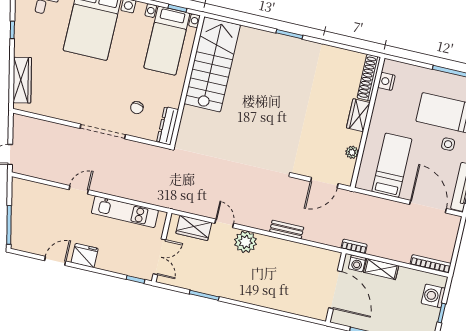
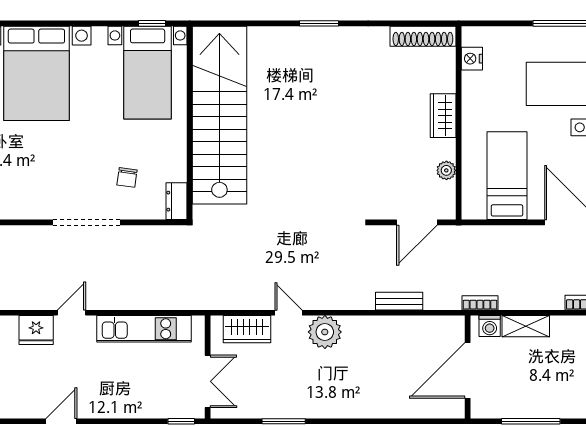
stairs: (212, 64) -> (219, 115), width x1.36
shoe rack: (369, 78) -> (423, 36), moved, turned -90
dresser: (168, 126) -> (176, 201), width x0.70
bench: (287, 230) -> (399, 301), moved
fridge: (85, 255) -> (36, 330), moved, turned 180
door: (335, 290) -> (468, 370), swing flipped

